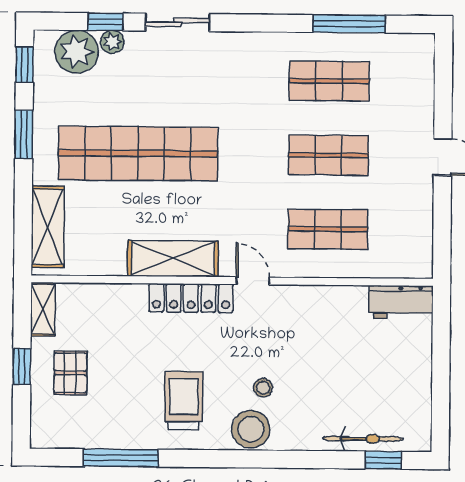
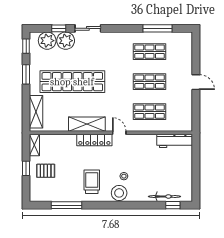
plant: (112, 42) -> (66, 41), width x1.87, depth x1.87
workbench: (401, 302) -> (175, 141), width x1.38
pallet: (70, 373) -> (46, 171), turned 90

